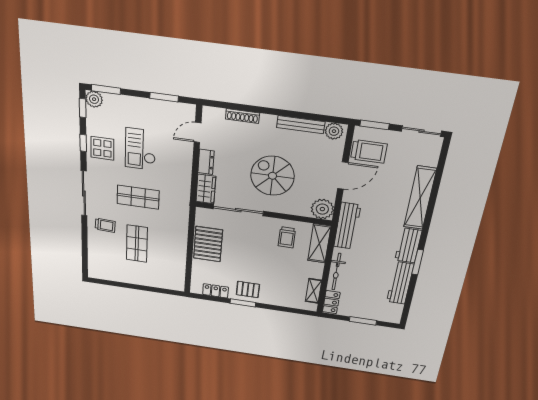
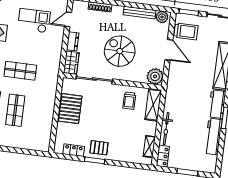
checkout: (140, 149) -> (34, 21), moved, turned 90
door: (343, 176) -> (169, 50), hinge flipped
workbench: (347, 226) -> (173, 90), removed

